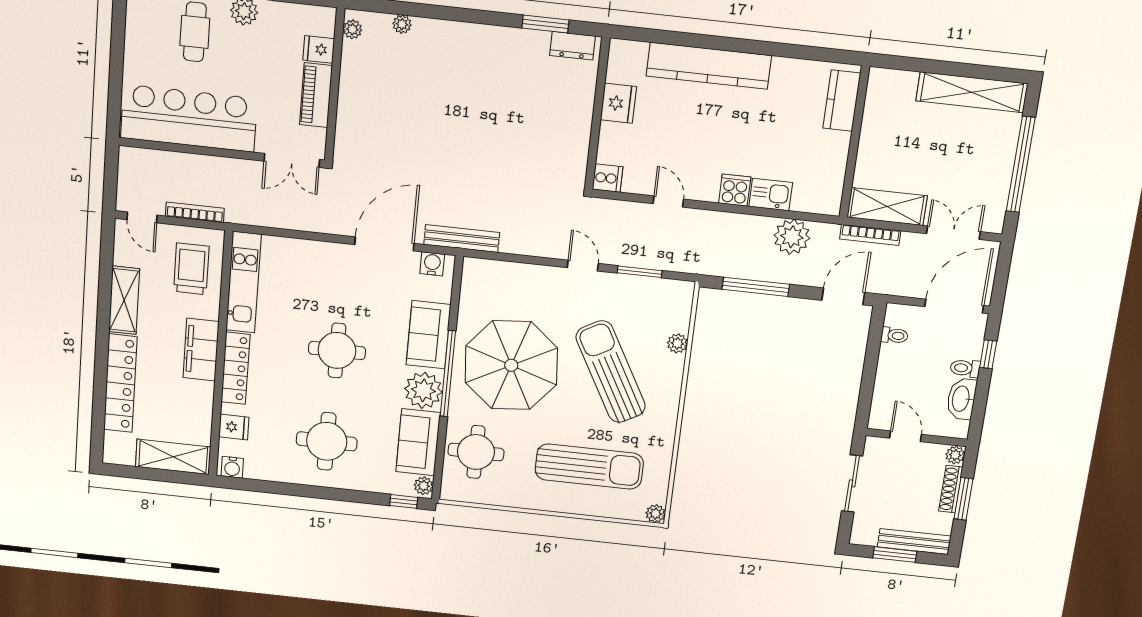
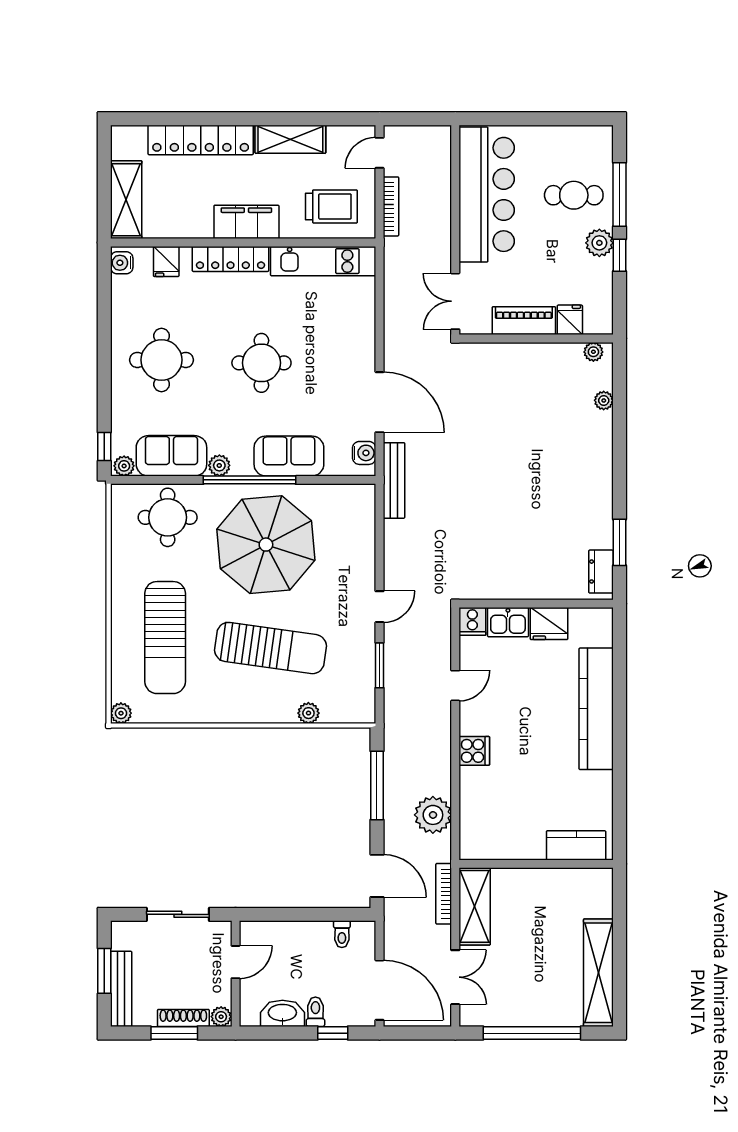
kitchen sink: (771, 195) -> (508, 622), moved, turned 90
sun lounger: (611, 372) -> (270, 648), turned 37
plant: (423, 390) -> (219, 465), width x0.53, depth x0.53

